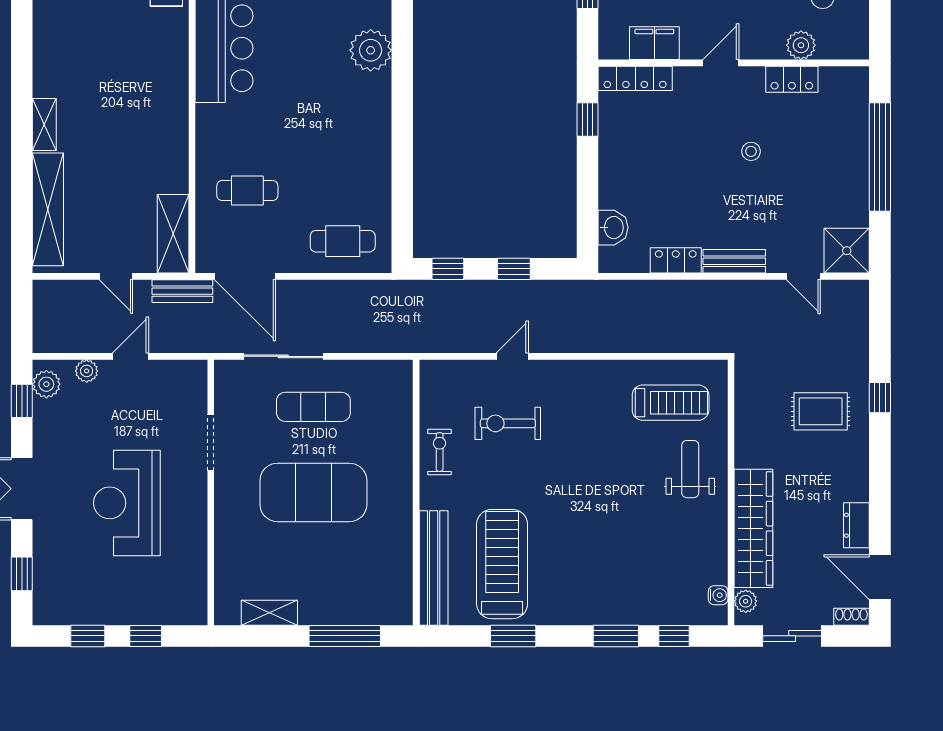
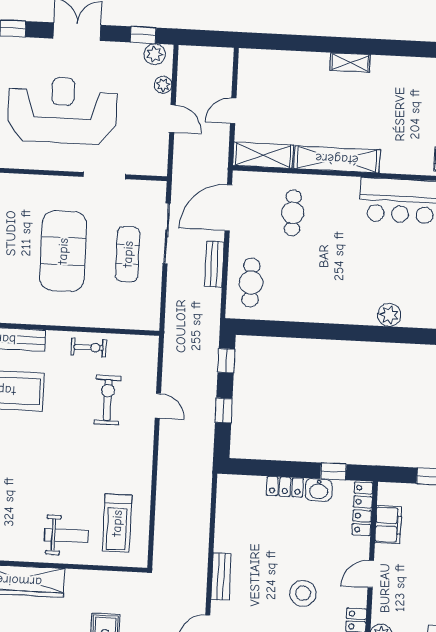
plant: (371, 50) -> (389, 315), width x0.73, depth x0.73
door: (721, 63) -> (371, 574), swing flipped
stool: (751, 151) -> (303, 593), width x1.89, depth x1.89
shelving: (48, 209) -> (337, 159), moved
washbasin: (613, 228) -> (319, 490), moved
locker: (676, 260) -> (285, 487), moved, turned 90
bench: (182, 291) -> (214, 264), moved
reception desk: (127, 503) -> (62, 110), width x1.36, depth x1.30

